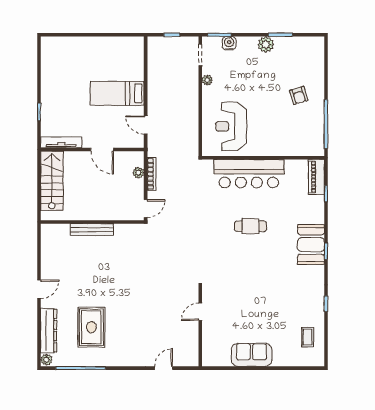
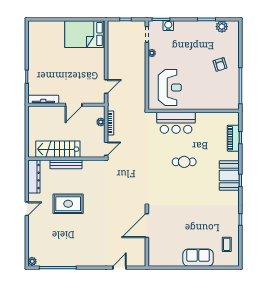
plant: (266, 44) -> (222, 27), moved
bed: (117, 93) -> (85, 34), moved, width x1.50
door: (146, 125) -> (106, 86), swing flipped
reception desk: (231, 126) -> (170, 88), turned 180
door: (102, 150) -> (74, 105), hinge flipped
bar counter: (249, 174) -> (176, 123), width x0.73
piano: (316, 177) -> (233, 138), moved
stairs: (52, 181) -> (58, 149), moved, turned -90
door: (200, 312) -> (147, 226), width x1.87
rug: (91, 327) -> (68, 204), moved, turned 90
dresser: (49, 331) -> (34, 177), moved
sofa: (252, 355) -> (198, 258), moved

